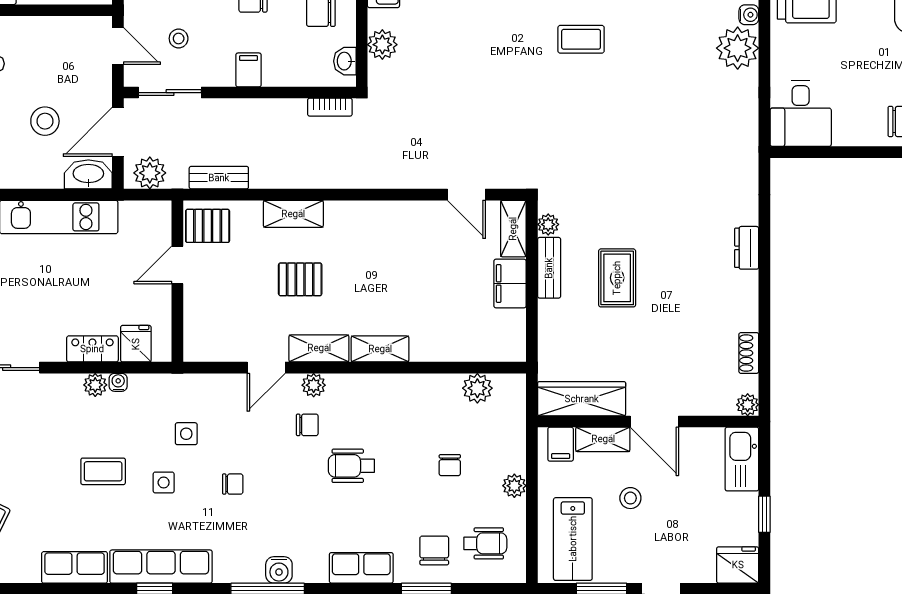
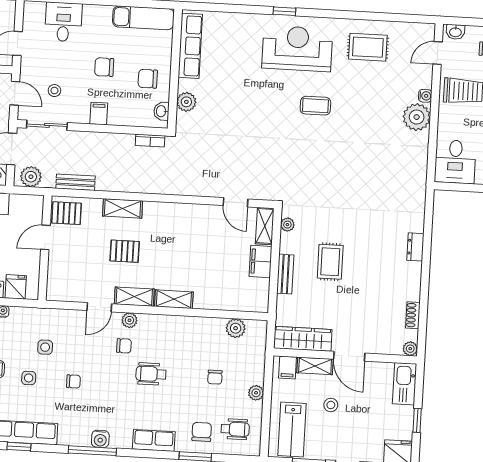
bench: (549, 268) -> (285, 274), moved

